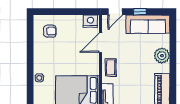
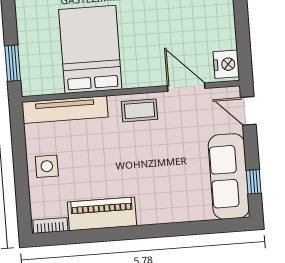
window: (140, 12) -> (254, 182), moved
plant: (162, 56) -> (170, 208), removed

